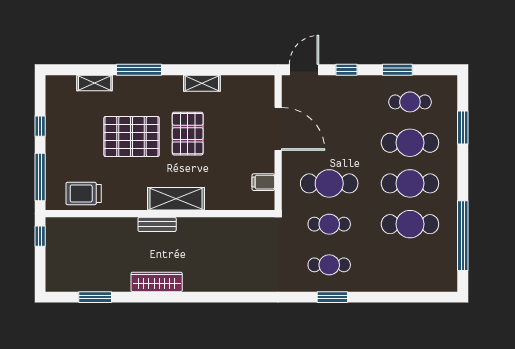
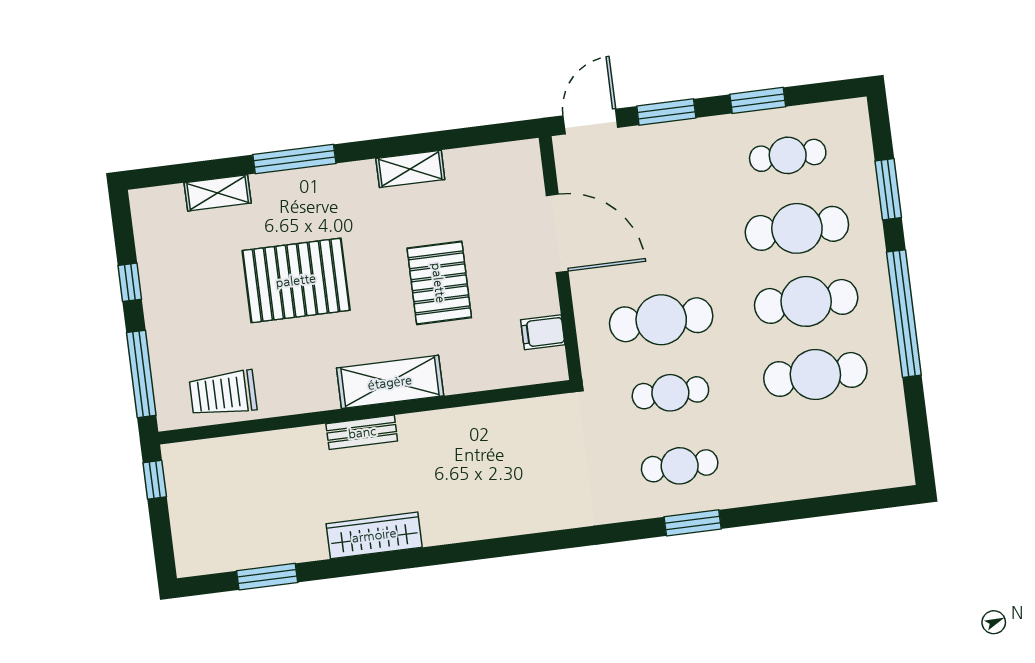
window: (346, 70) -> (666, 112), width x1.50
pallet: (188, 134) -> (439, 283), moved
window: (463, 236) -> (904, 314), moved

